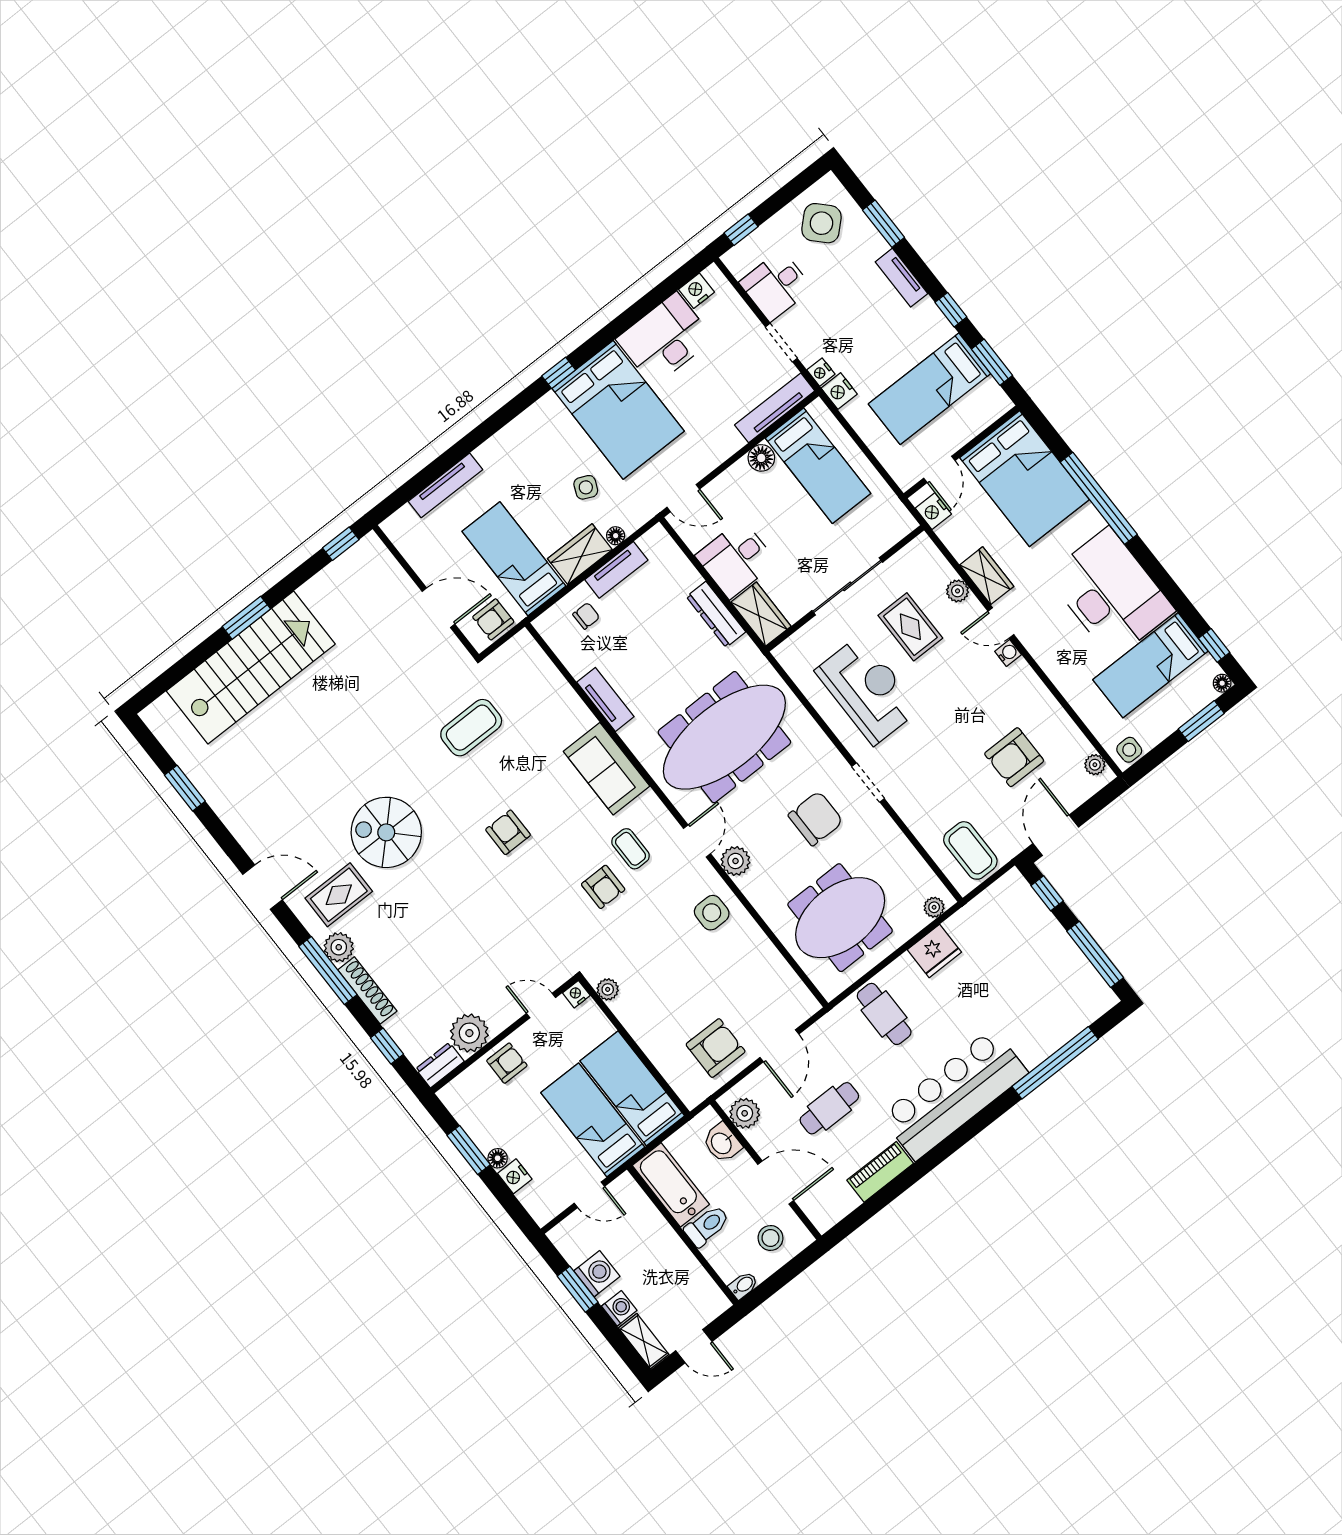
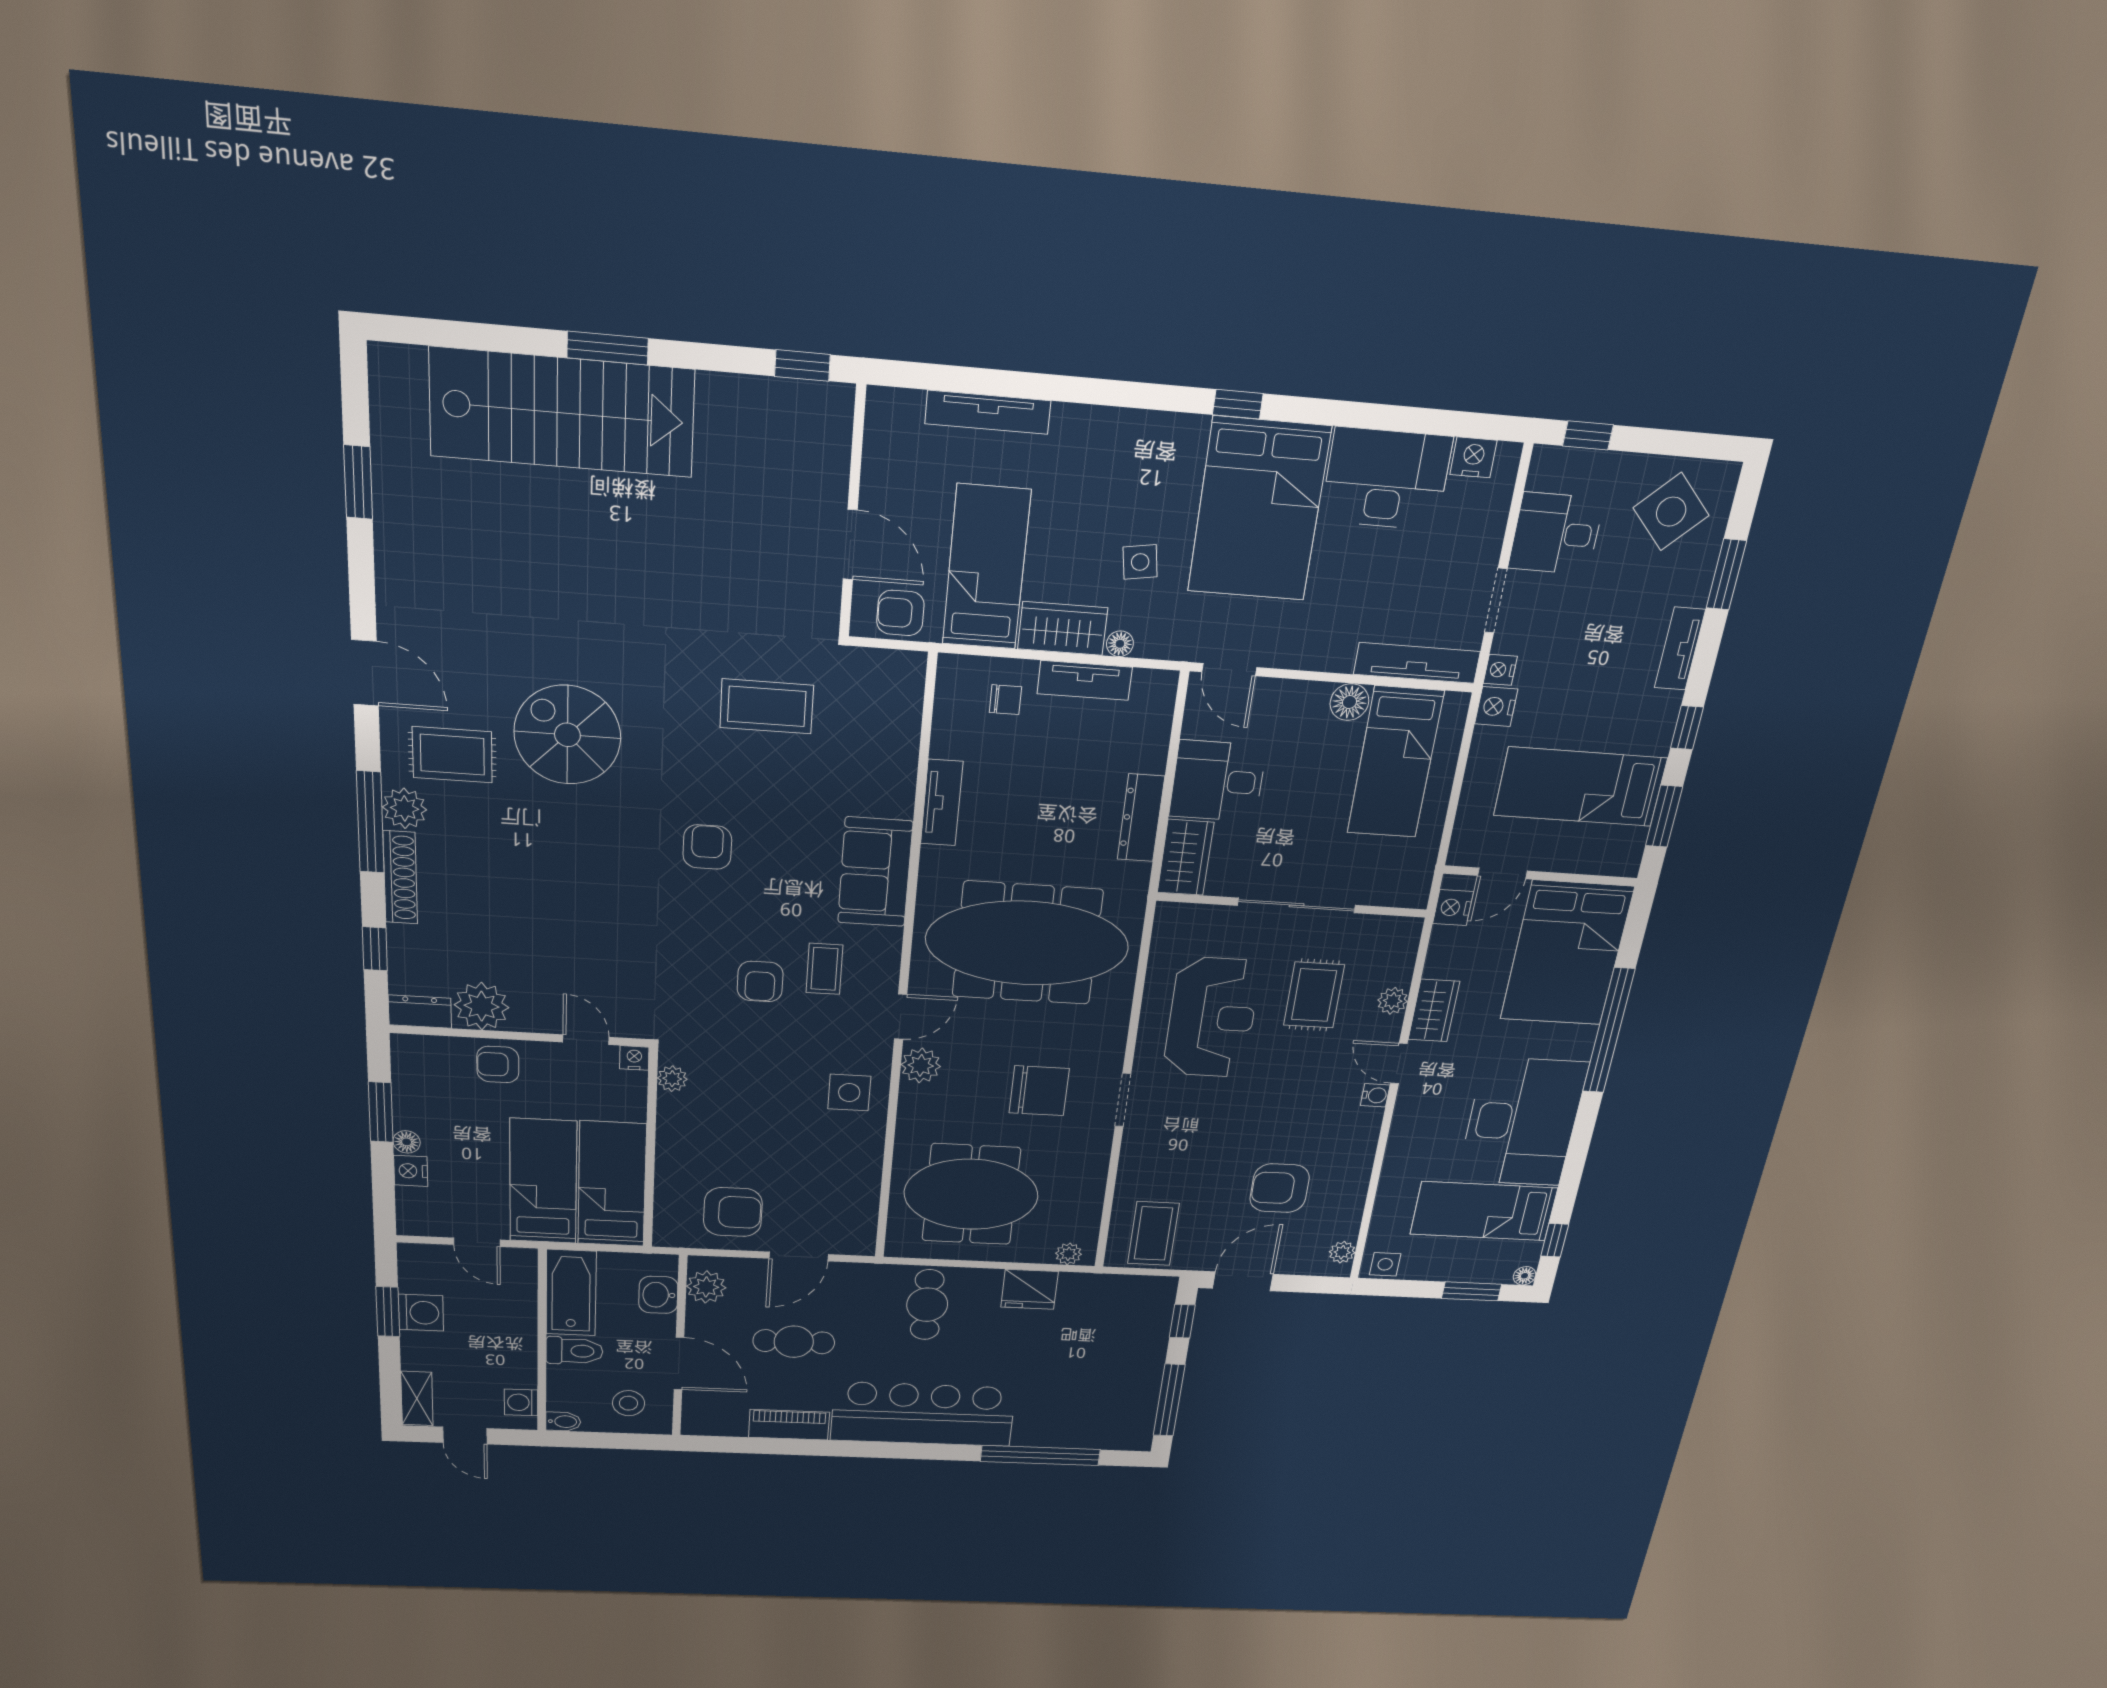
side table: (586, 487) -> (1140, 562), turned -33
armchair: (507, 1063) -> (498, 1064), turned 180
washing machine: (619, 1308) -> (521, 1402), moved, turned 180

